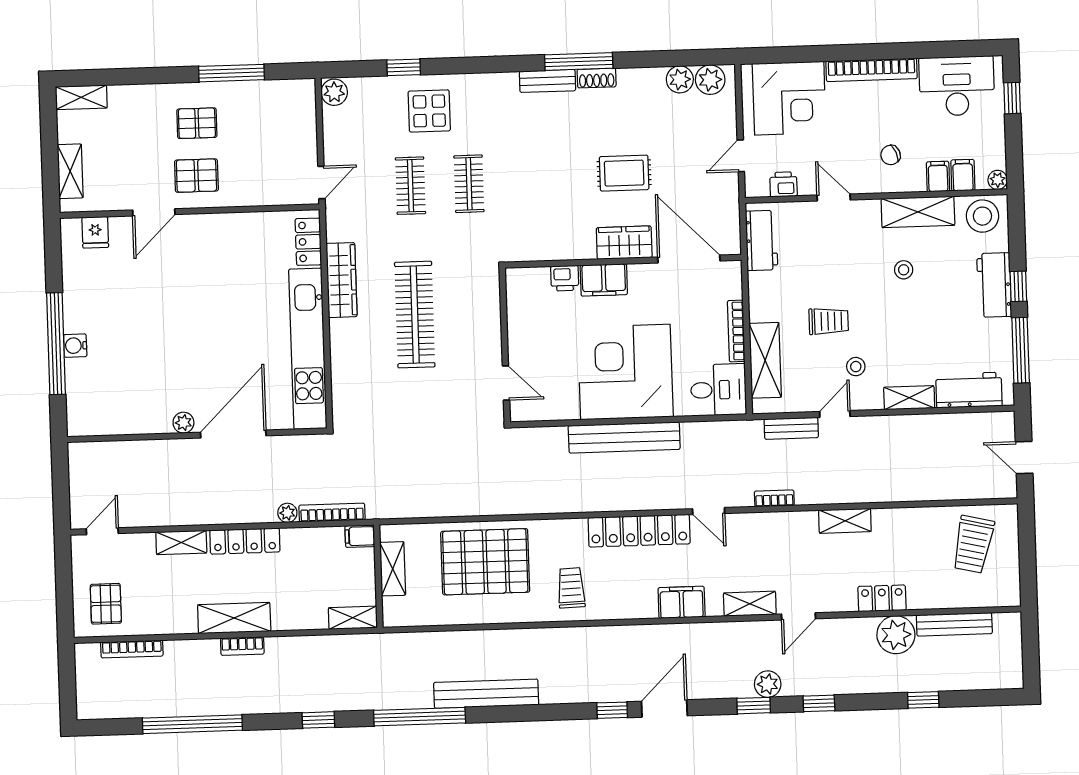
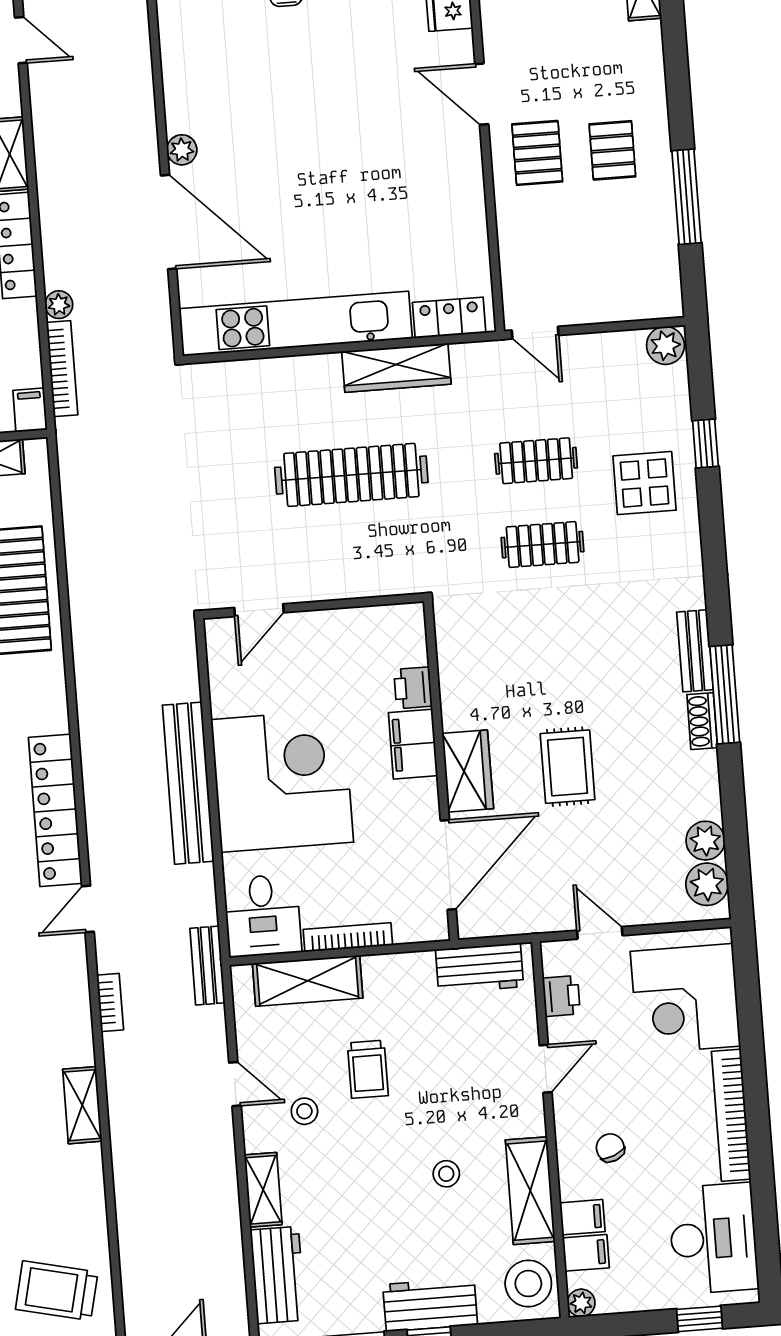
bench: (791, 428) -> (207, 966), moved

